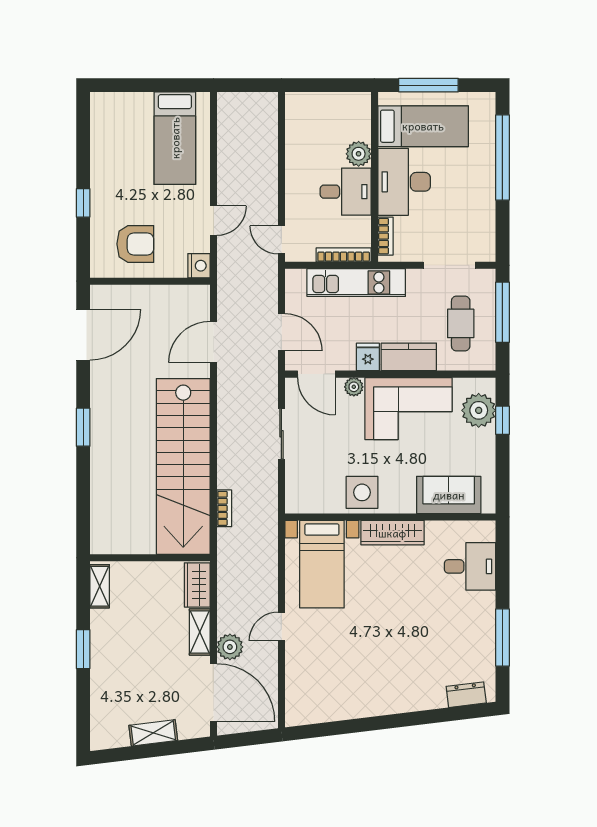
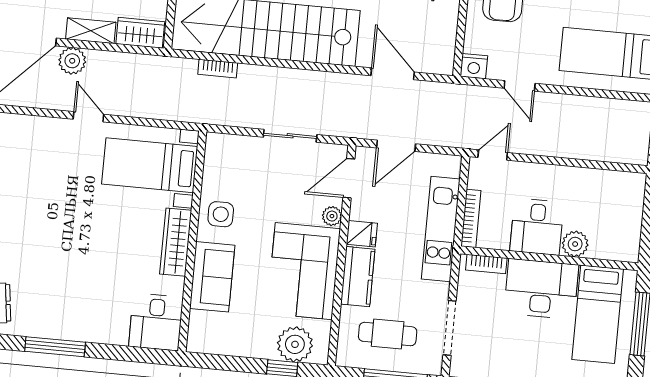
side table: (362, 492) -> (221, 214), width x0.73, depth x0.73
sofa: (449, 495) -> (212, 277), moved
desk: (470, 566) -> (156, 322), moved

